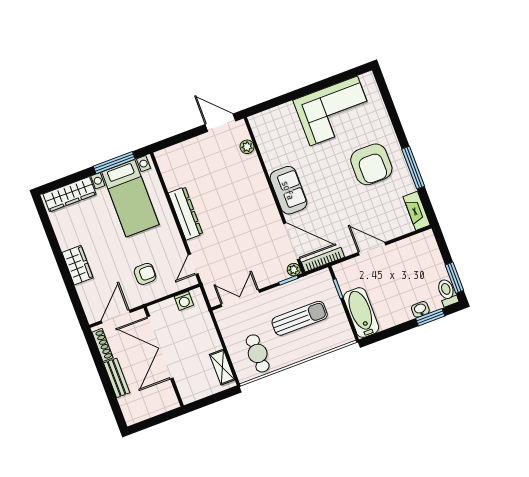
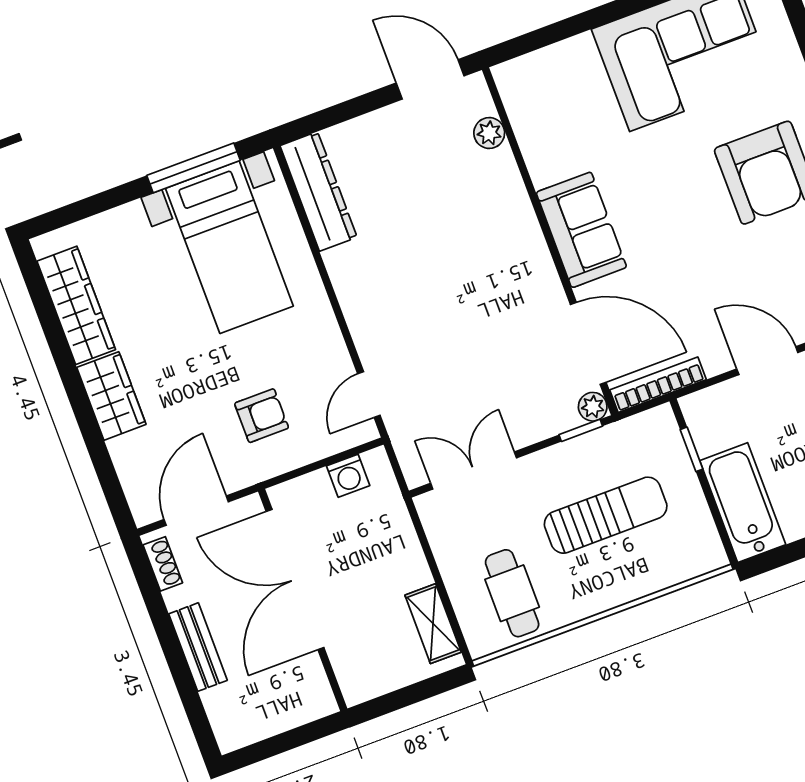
wardrobe: (70, 194) -> (76, 305), moved, turned -90
dresser: (185, 213) -> (318, 191), moved
shoe rack: (102, 345) -> (163, 564), width x0.70

